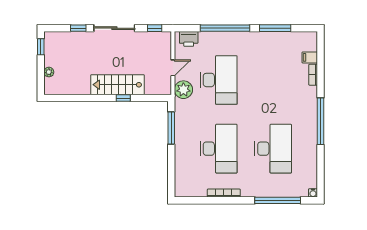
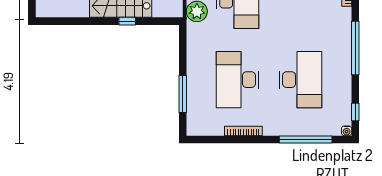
window: (171, 128) -> (183, 94), moved
desk: (219, 149) -> (238, 80), turned 180
window: (321, 177) -> (355, 112), added

